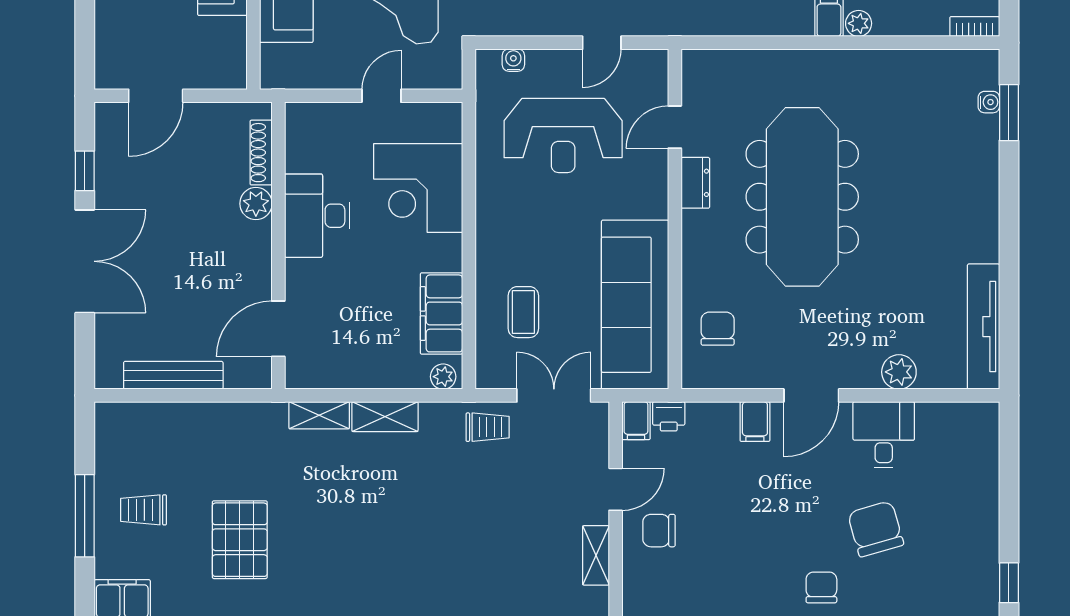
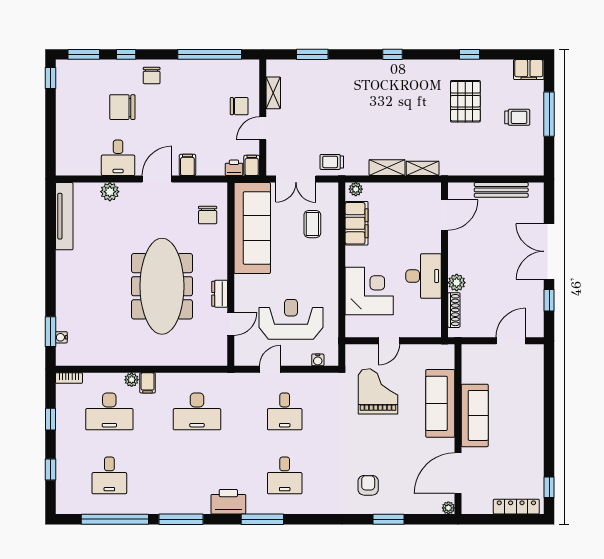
chair: (876, 529) -> (122, 107), turned 106

